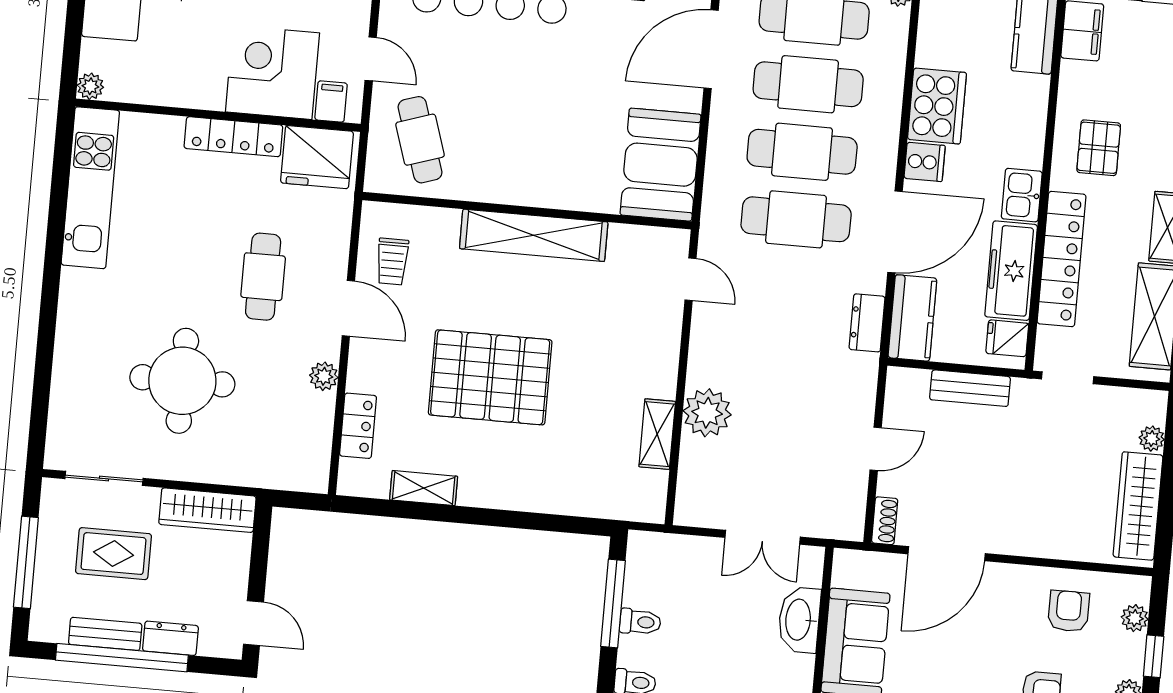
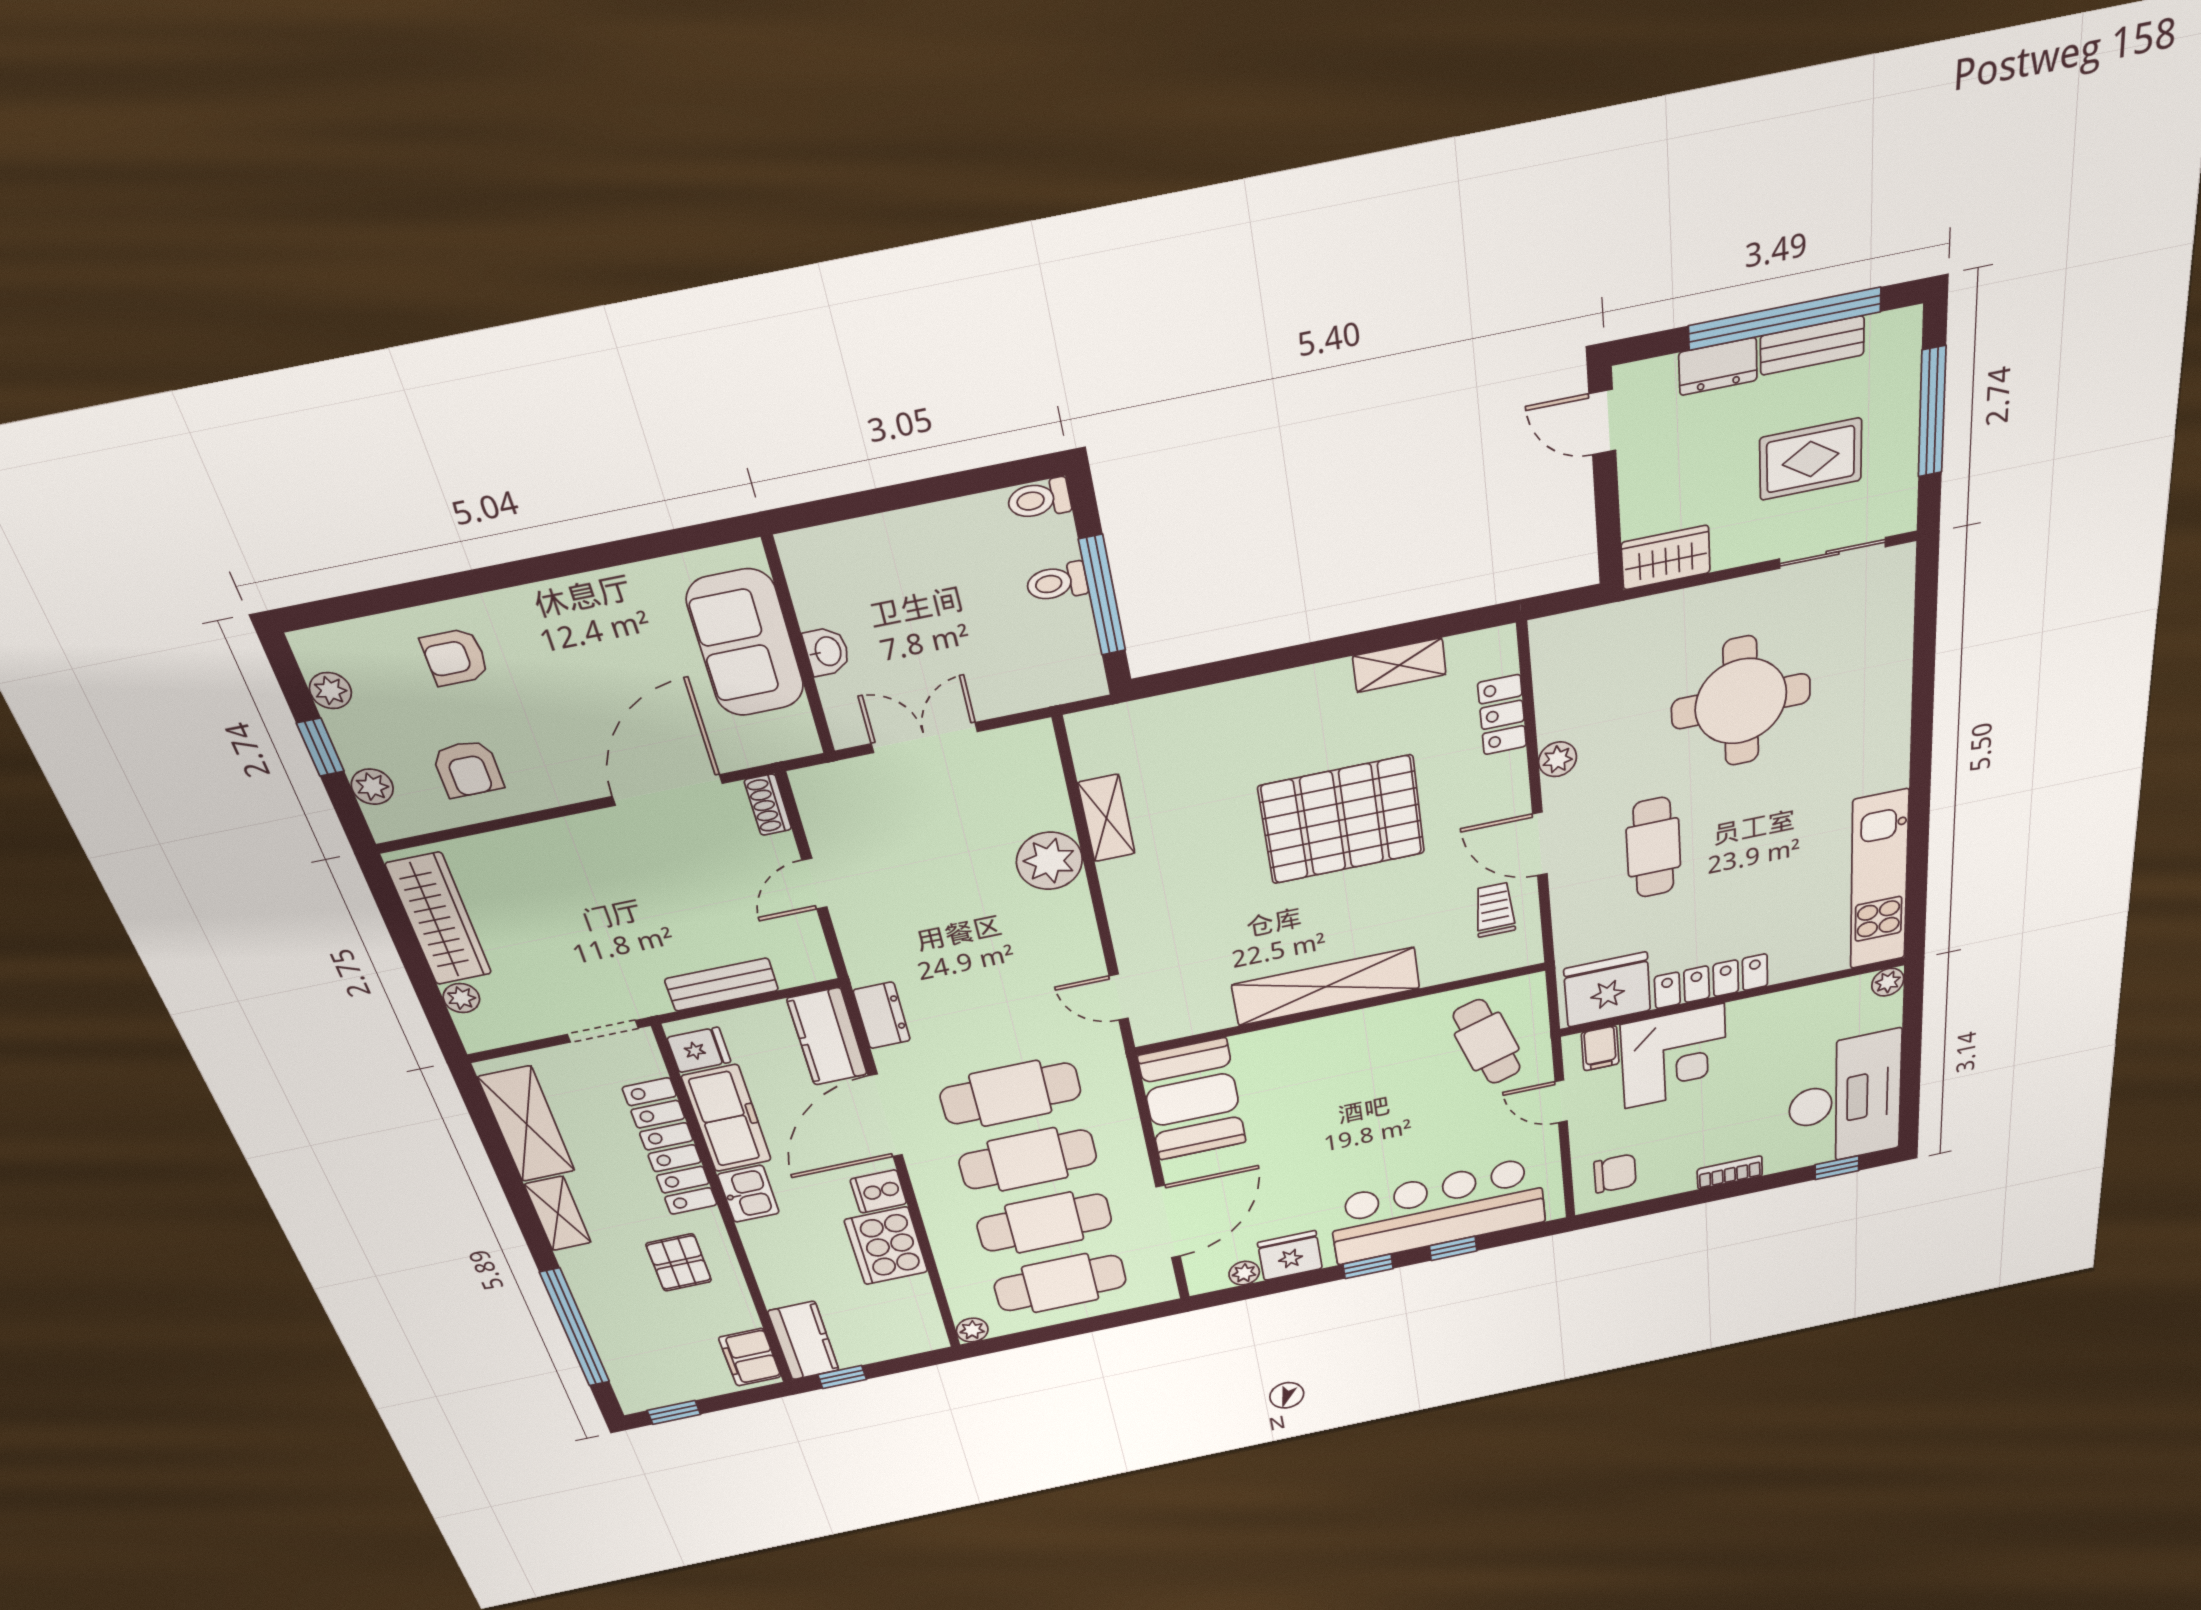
wardrobe: (207, 510) -> (1666, 558), width x0.67
washbasin: (799, 620) -> (827, 651), width x0.52, depth x0.69

